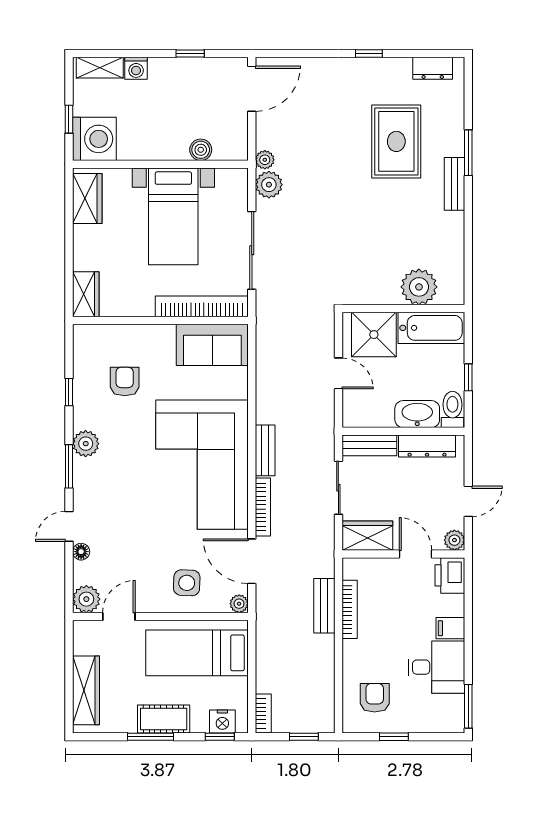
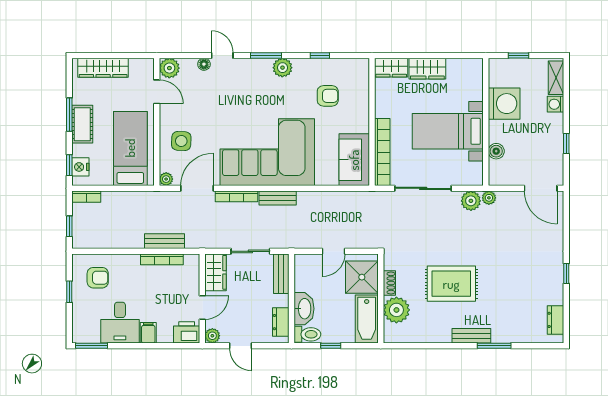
washing machine: (94, 139) -> (504, 104), moved, turned -90
rug: (396, 141) -> (451, 284), moved
wardrobe: (87, 199) -> (427, 69), moved
shoe rack: (382, 297) -> (389, 283), added
dresser: (427, 446) -> (281, 322), width x0.70

